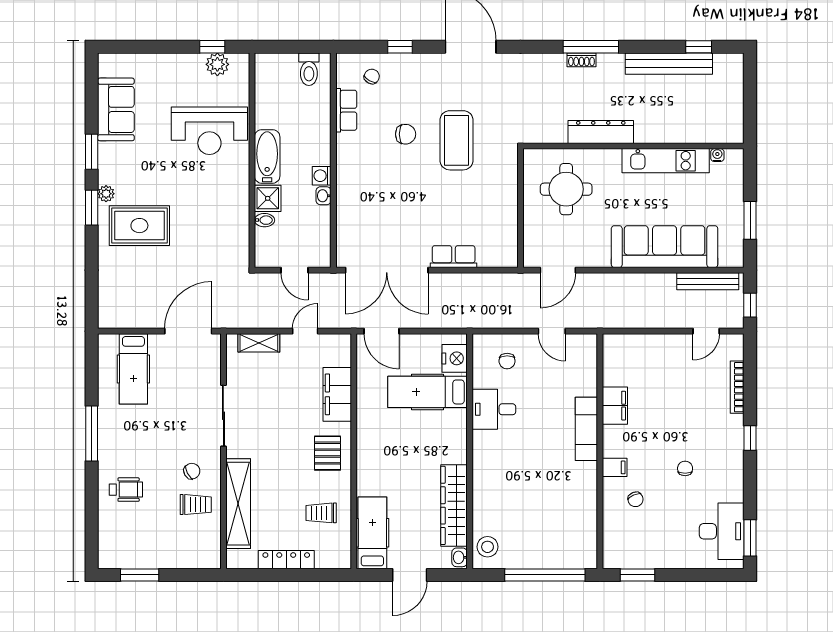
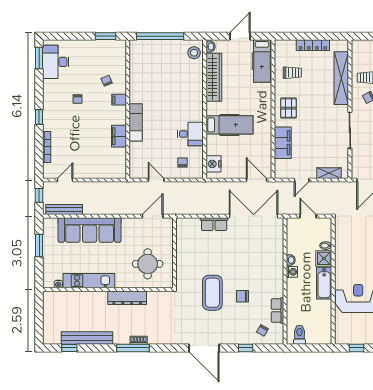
plant: (217, 64) -> (354, 338), removed
hospital bed: (428, 392) -> (229, 125), moved

